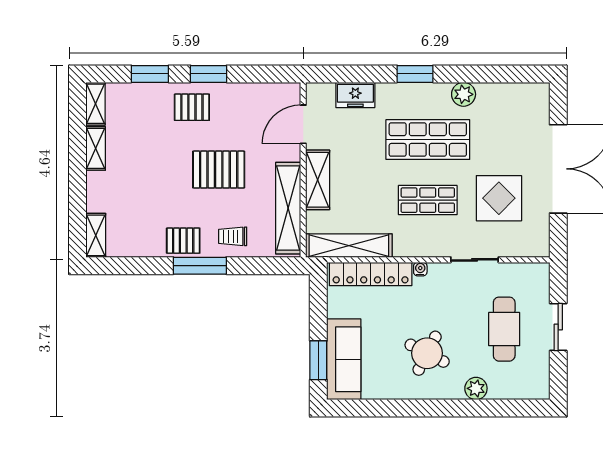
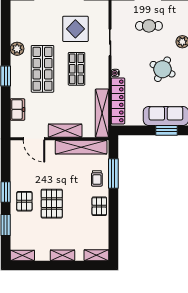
shelving: (96, 148) -> (63, 255), moved
pallet: (219, 170) -> (52, 204), moved
window: (200, 266) -> (113, 174), moved
cafe table: (504, 329) -> (149, 26), width x0.73, depth x0.74

